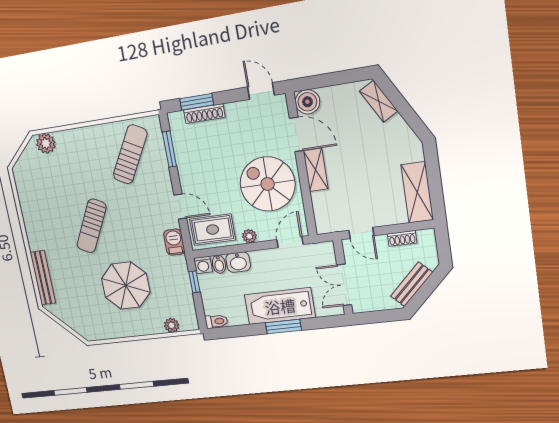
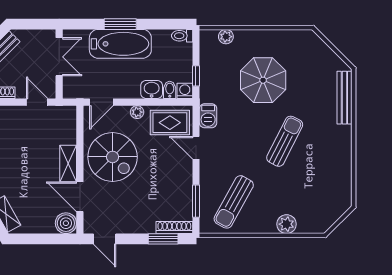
shoe rack: (204, 114) -> (174, 228), moved
plant: (46, 143) -> (287, 224), moved

